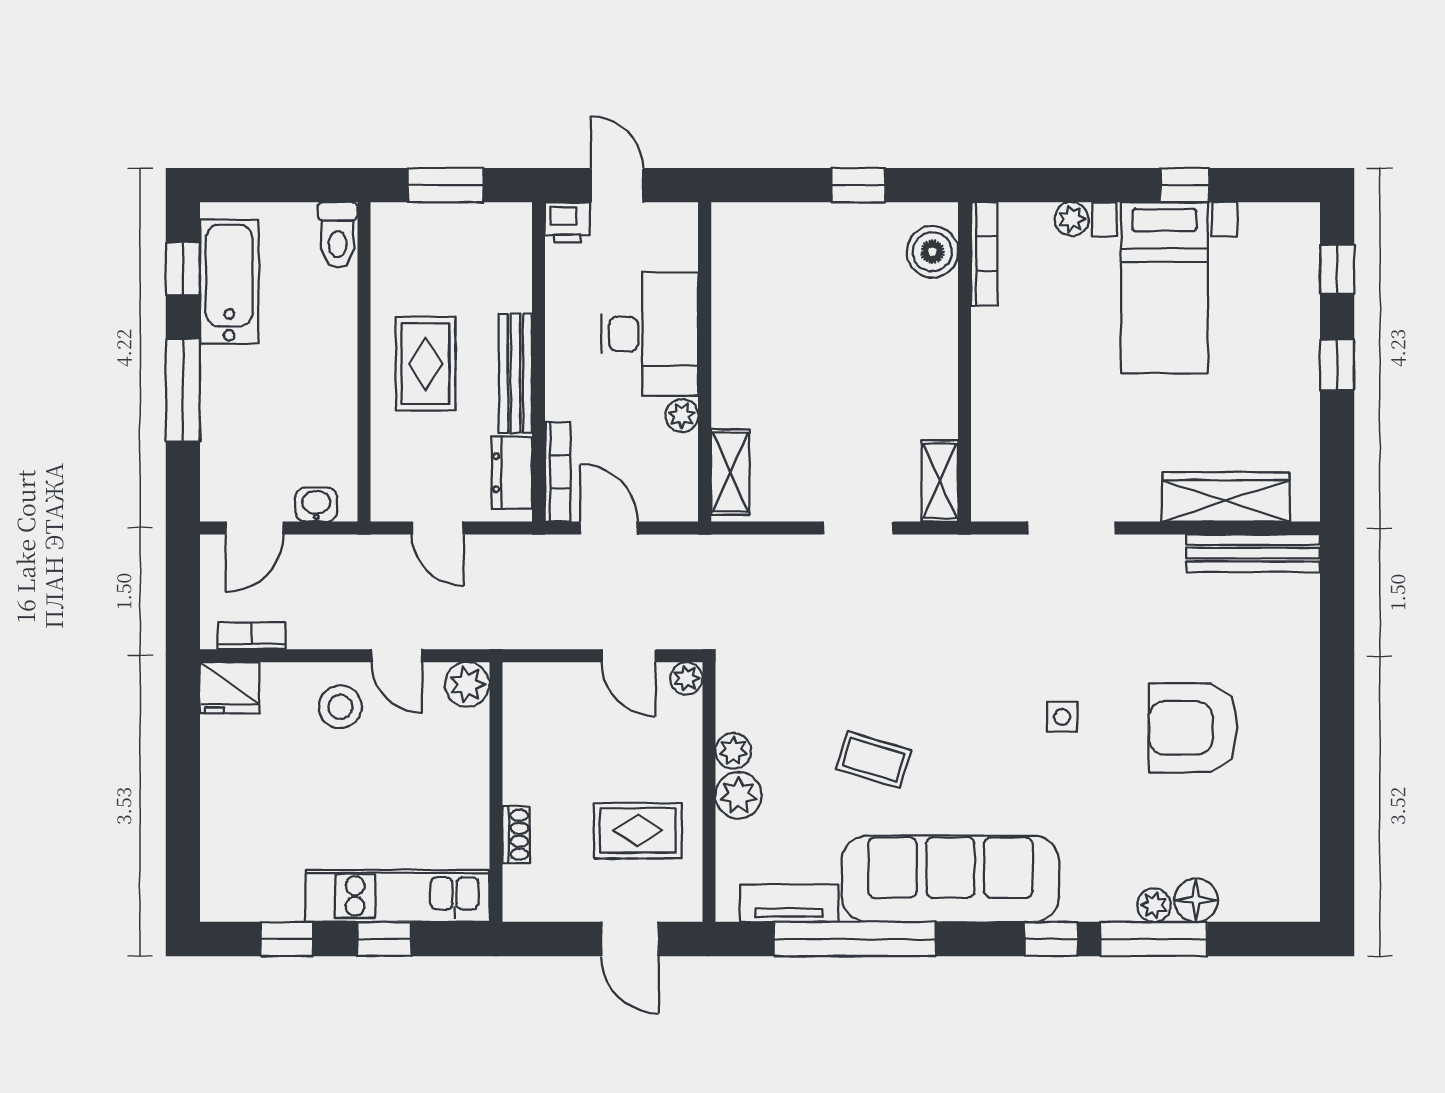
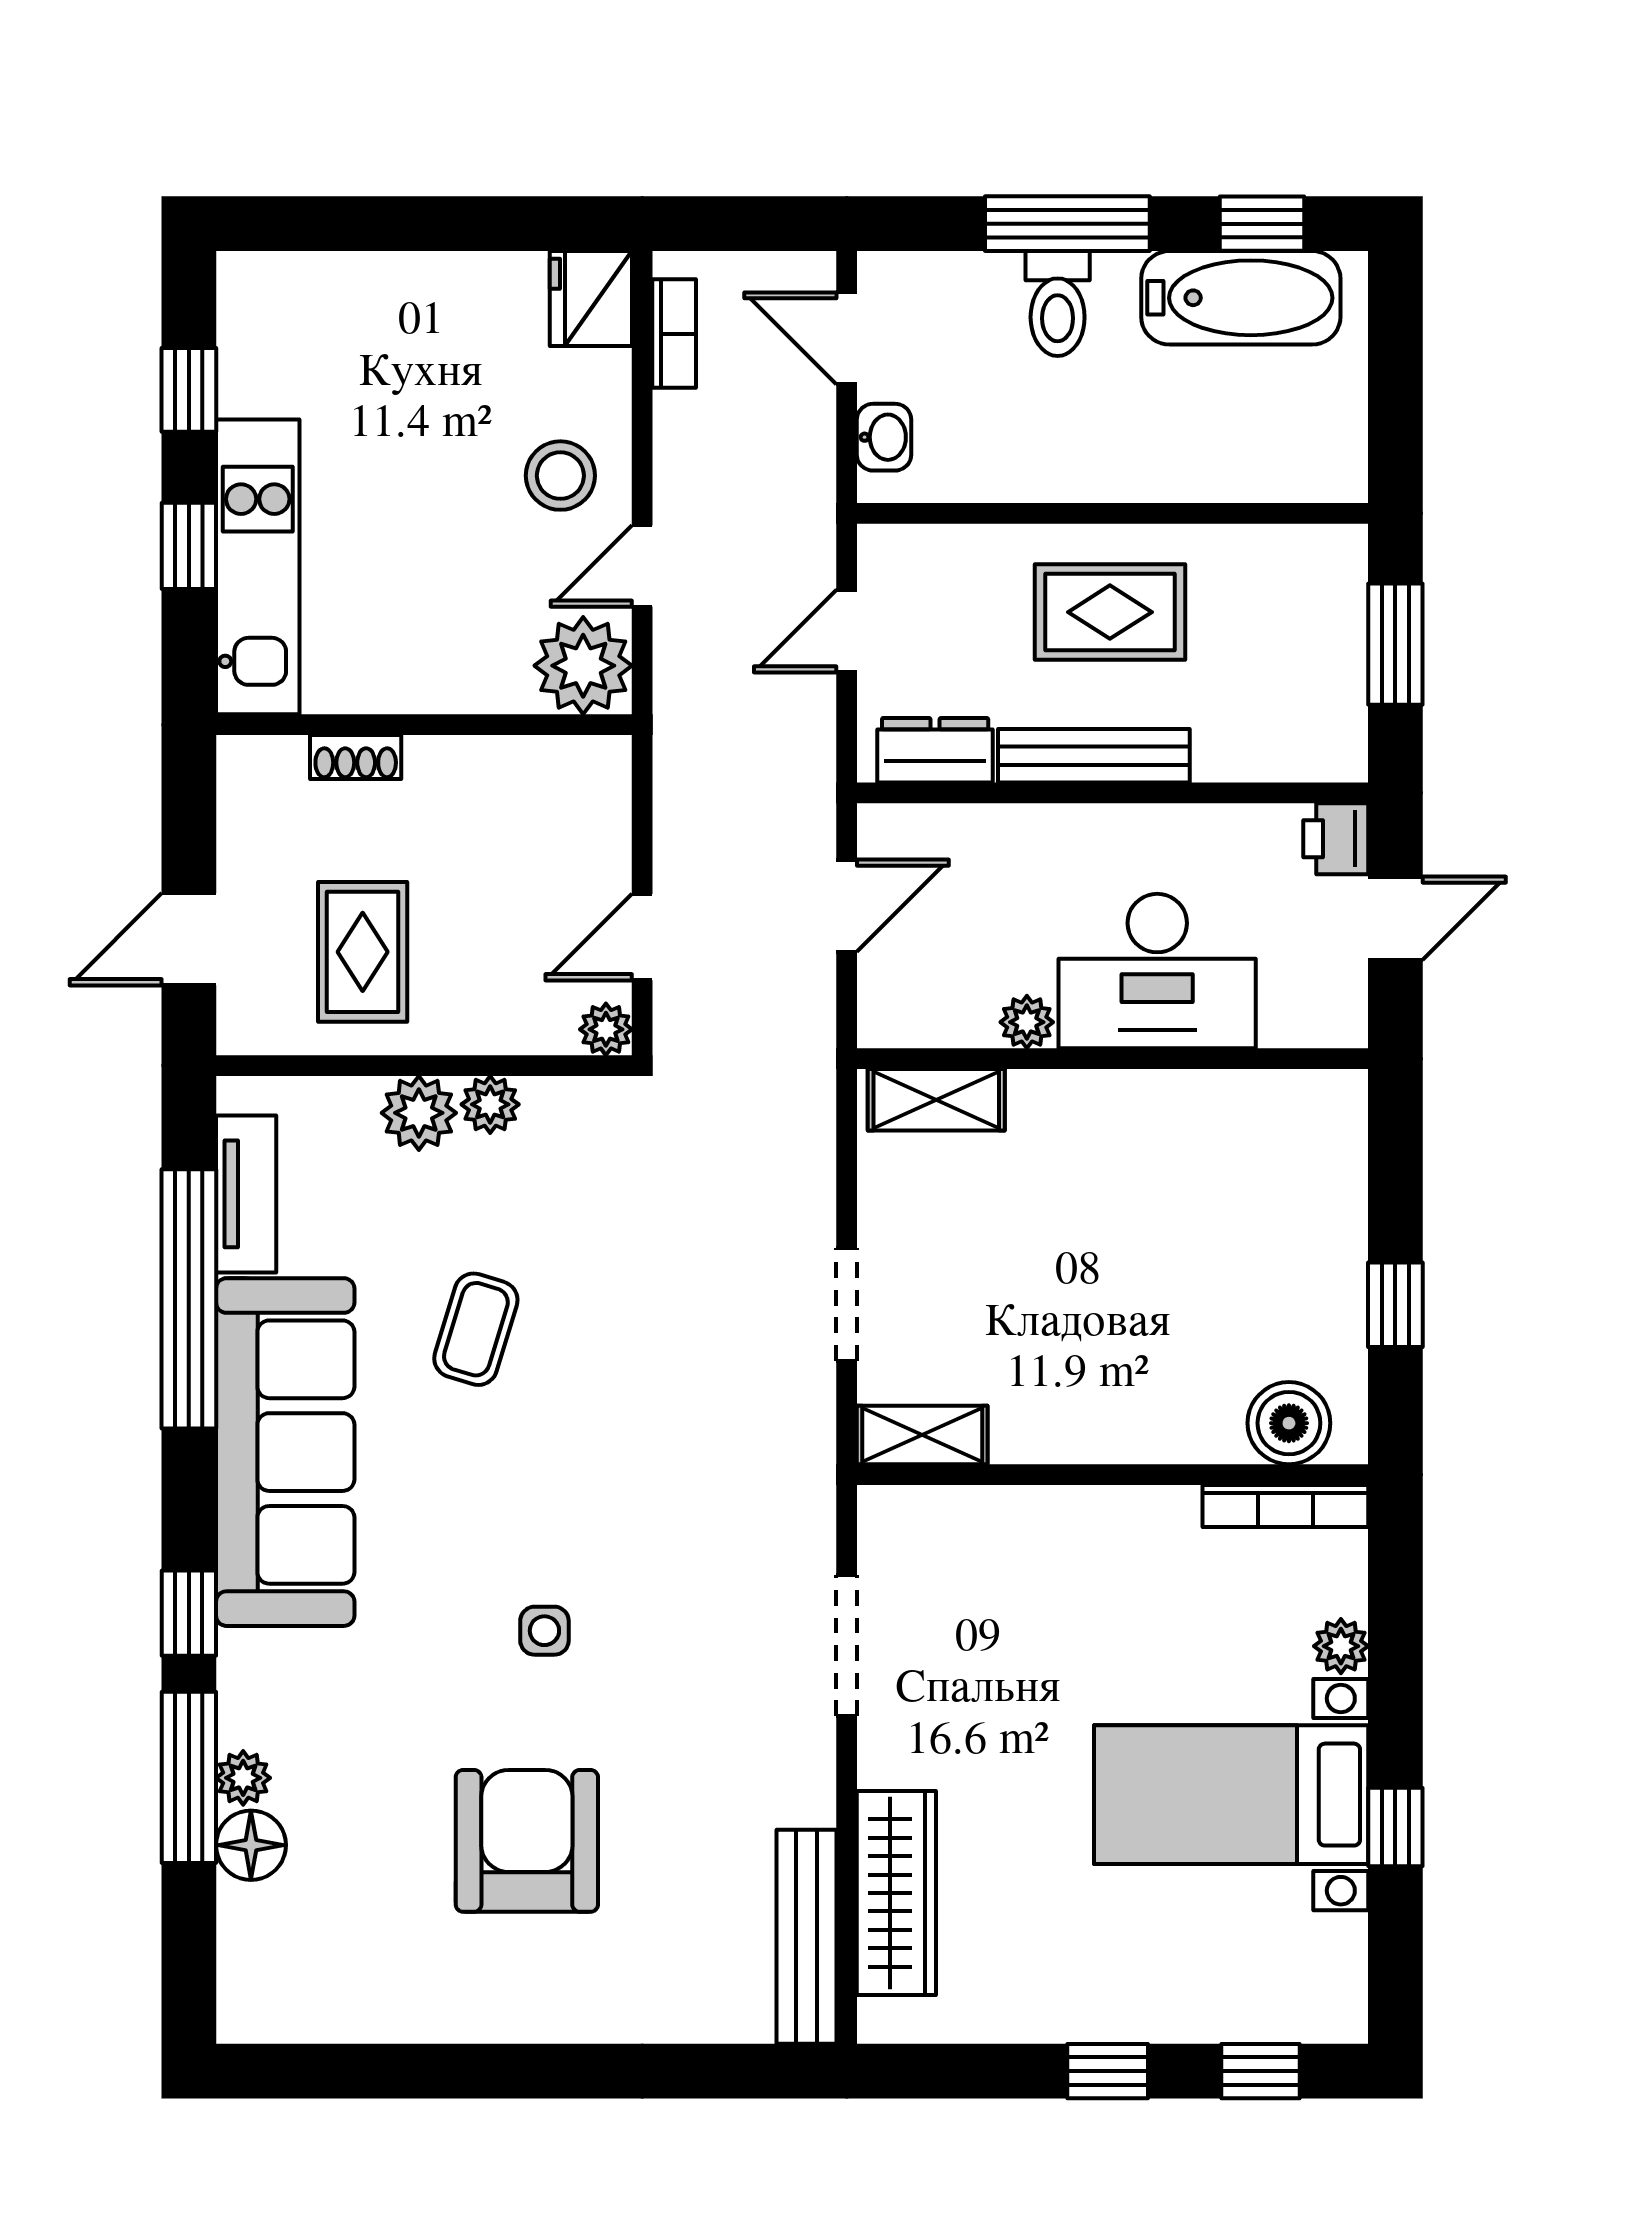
toilet: (338, 235) -> (1058, 304), moved, turned -90
bookcase: (558, 472) -> (937, 823), removed
plant: (467, 684) -> (583, 666), width x1.36, depth x1.36

